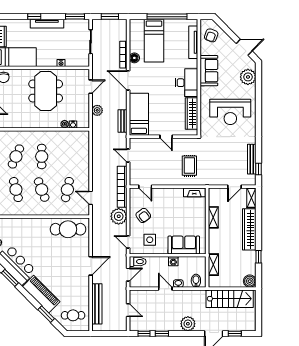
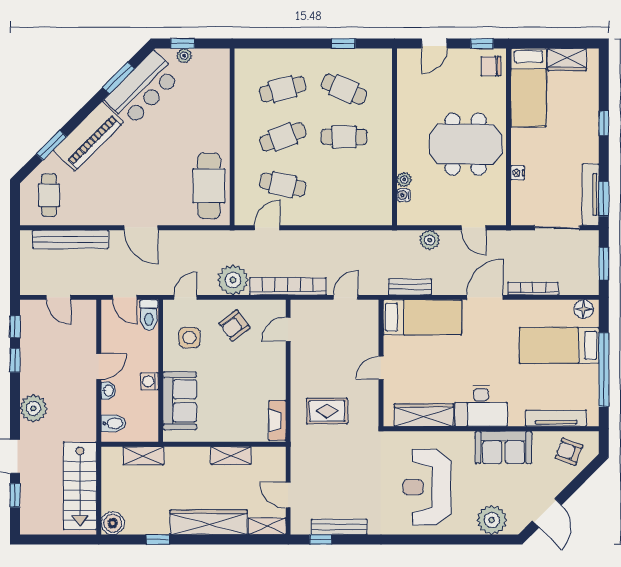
tv unit: (47, 24) -> (591, 195), moved
floor lamp: (134, 58) -> (584, 309), moved
door: (128, 310) -> (59, 297), hinge flipped

